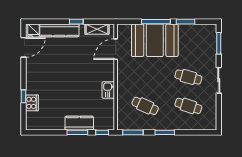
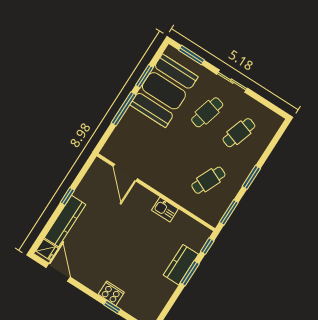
shelving: (97, 29) -> (90, 179), removed
booth: (155, 40) -> (164, 91), moved
cooker: (32, 103) -> (111, 293), moved

